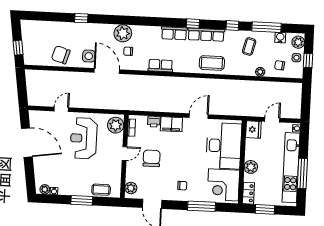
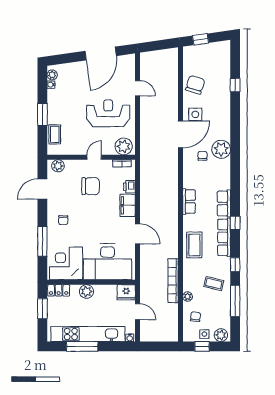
window: (81, 18) -> (235, 85), moved
water cooler: (280, 38) -> (225, 316), removed
row of seats: (160, 66) -> (189, 202), moved
bookcase: (245, 85) -> (173, 281), added
door: (125, 154) -> (94, 157), swing flipped

